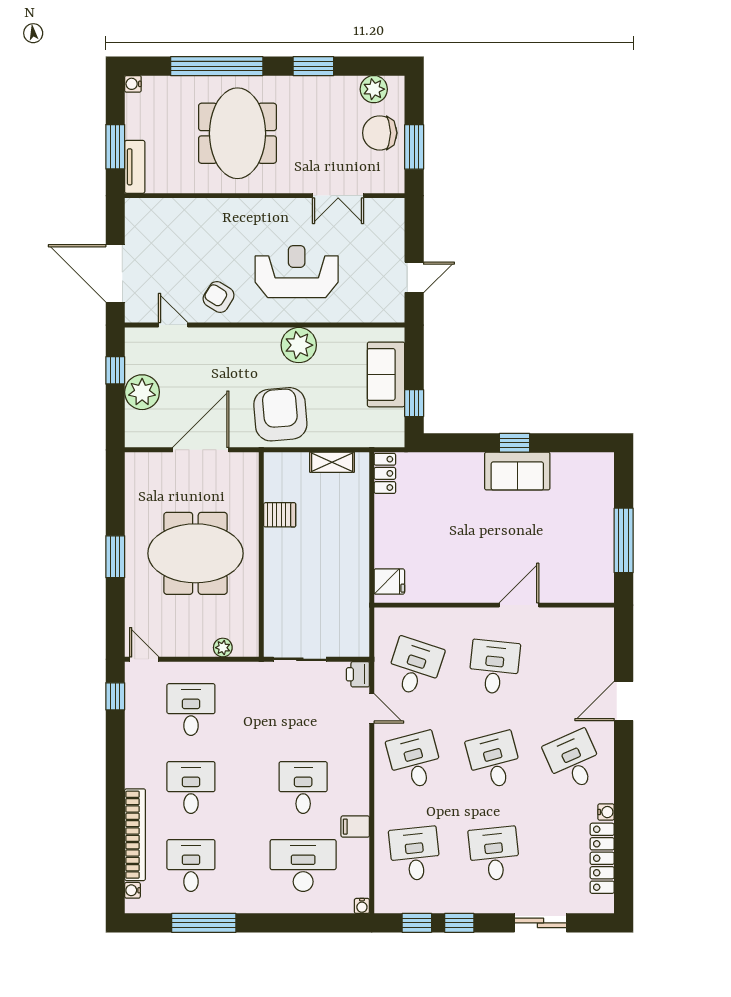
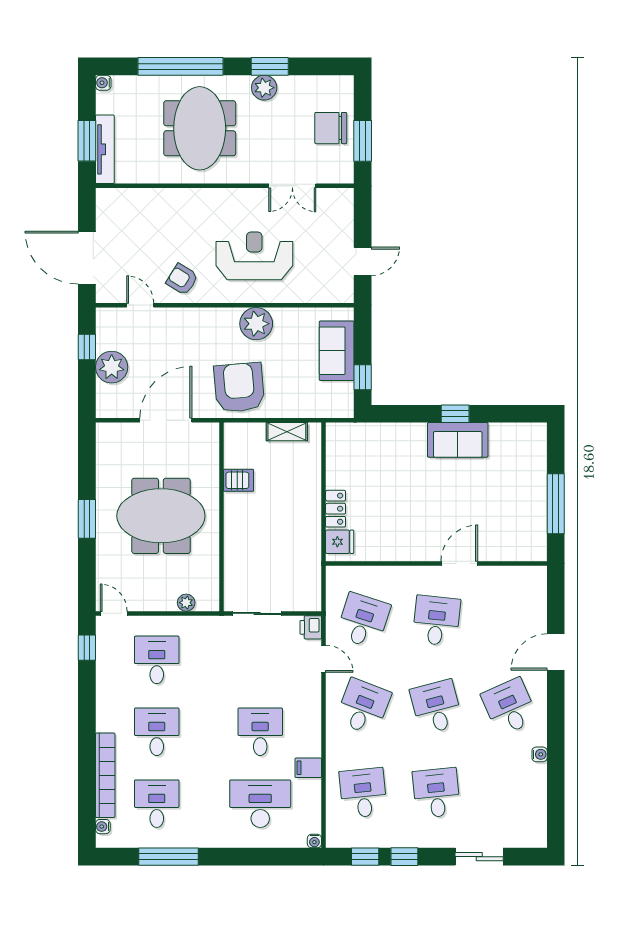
plant: (374, 89) -> (264, 88), moved
tv unit: (135, 167) -> (105, 149), width x1.41
locker: (385, 473) -> (336, 509), moved
desk: (415, 760) -> (363, 707), turned 36
locker: (602, 858) -> (536, 797), removed

